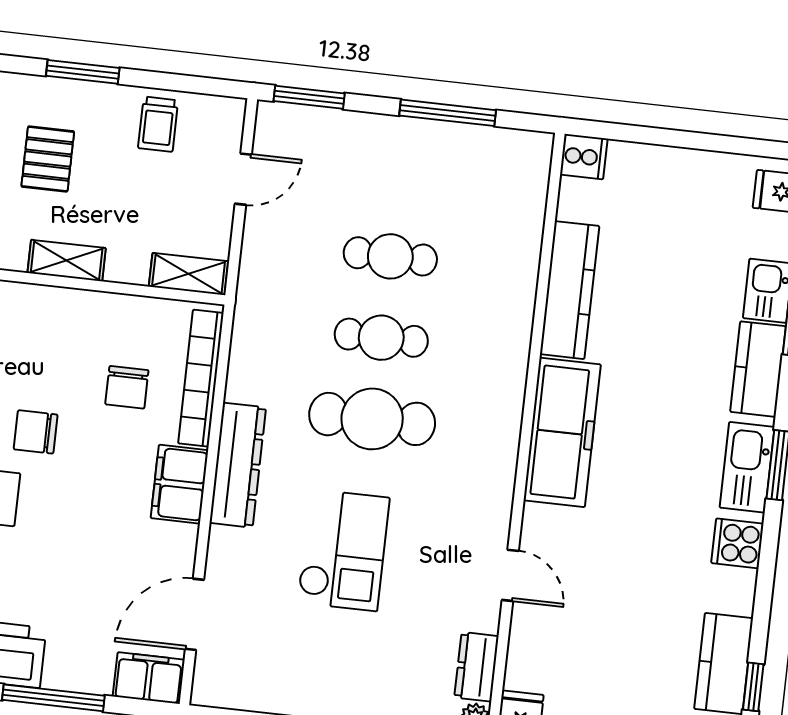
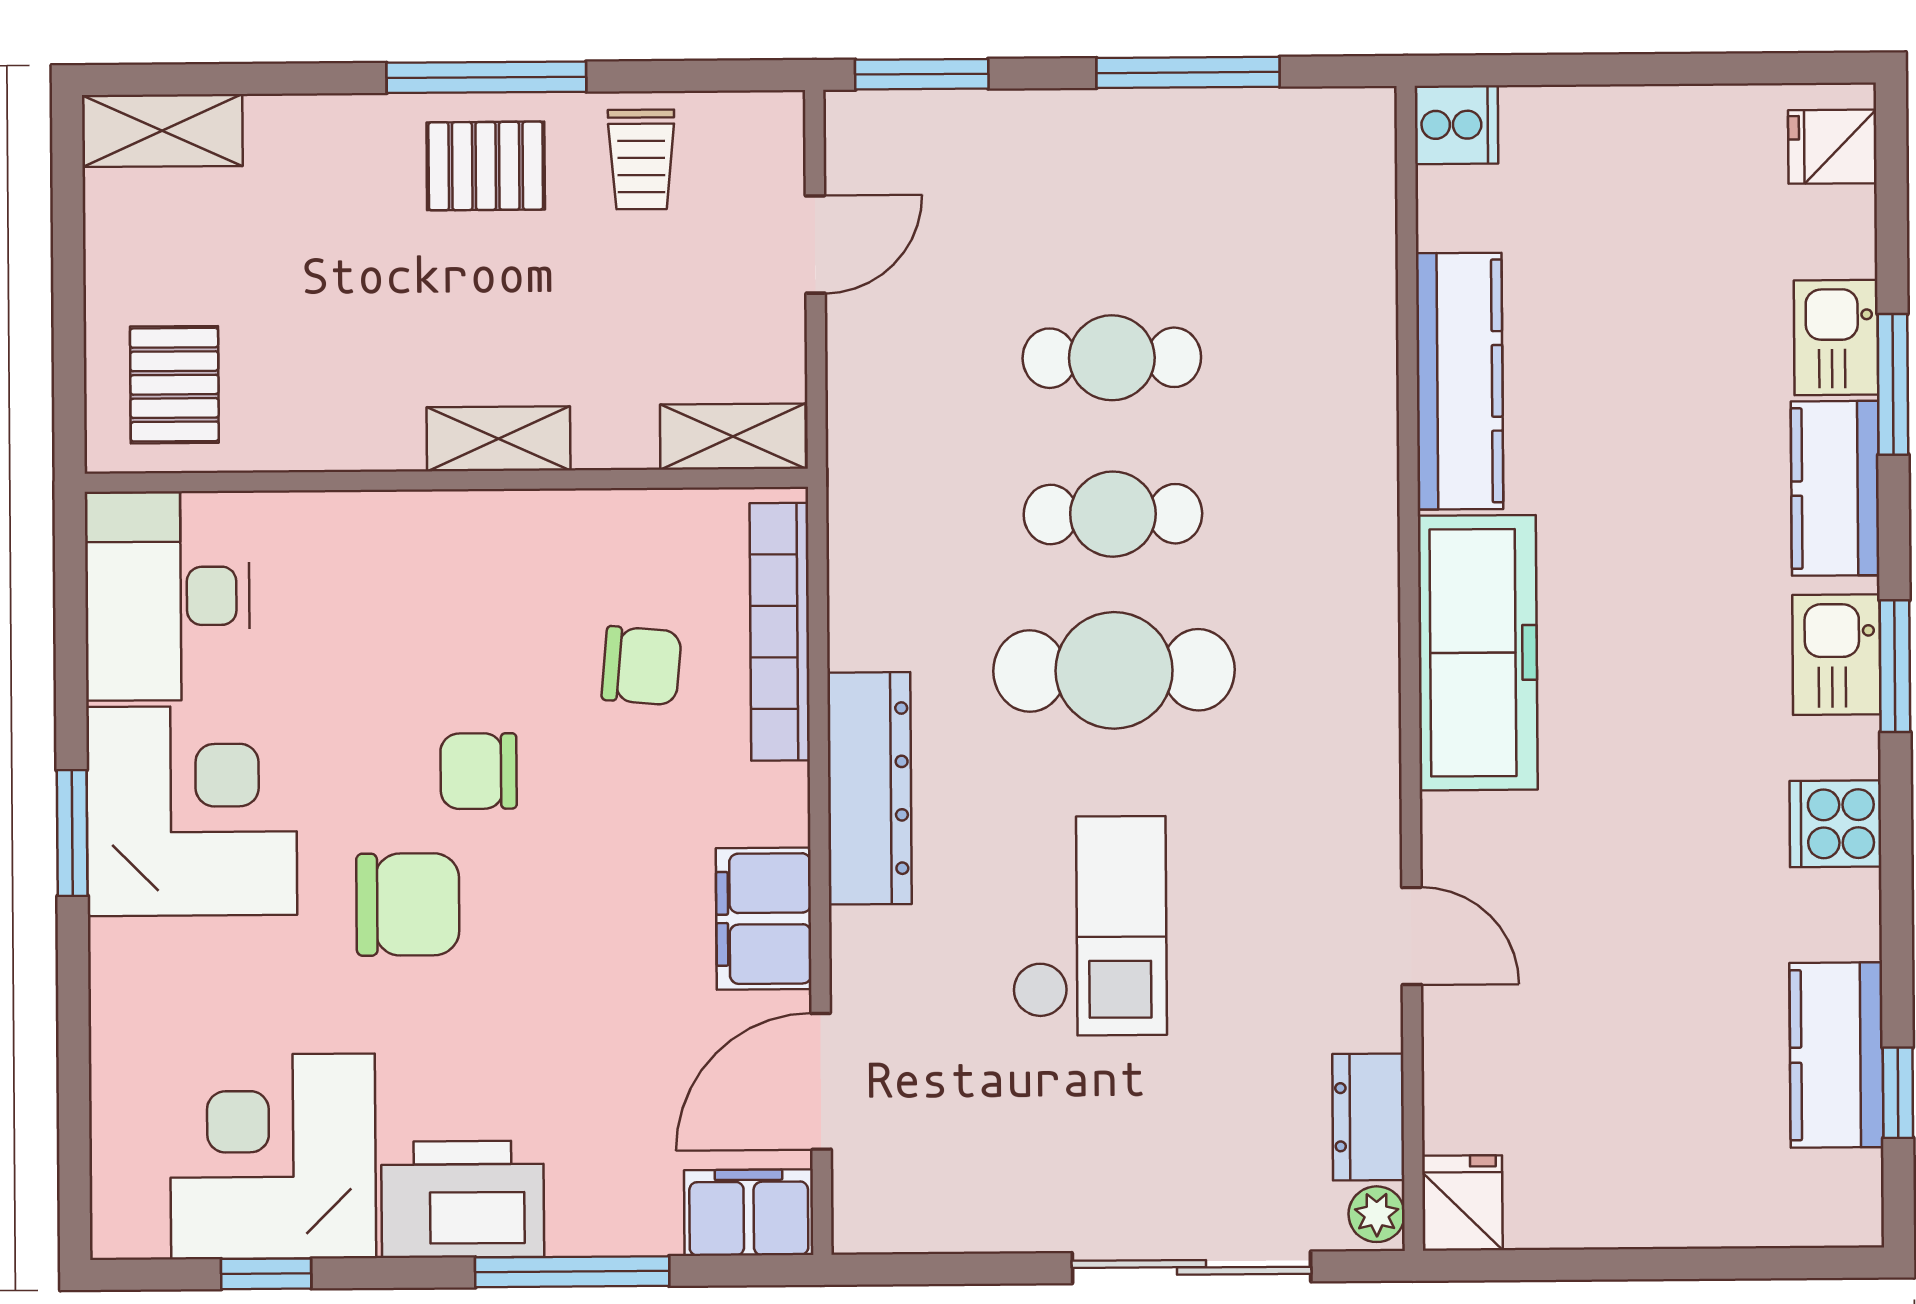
window: (83, 72) -> (486, 77), width x1.44
pallet: (48, 159) -> (486, 166), moved, turned 90
chair: (127, 387) -> (642, 666), turned -85
kitchen sink: (747, 467) -> (1836, 655), width x0.73
filing cabinet: (179, 484) -> (764, 919), moved

